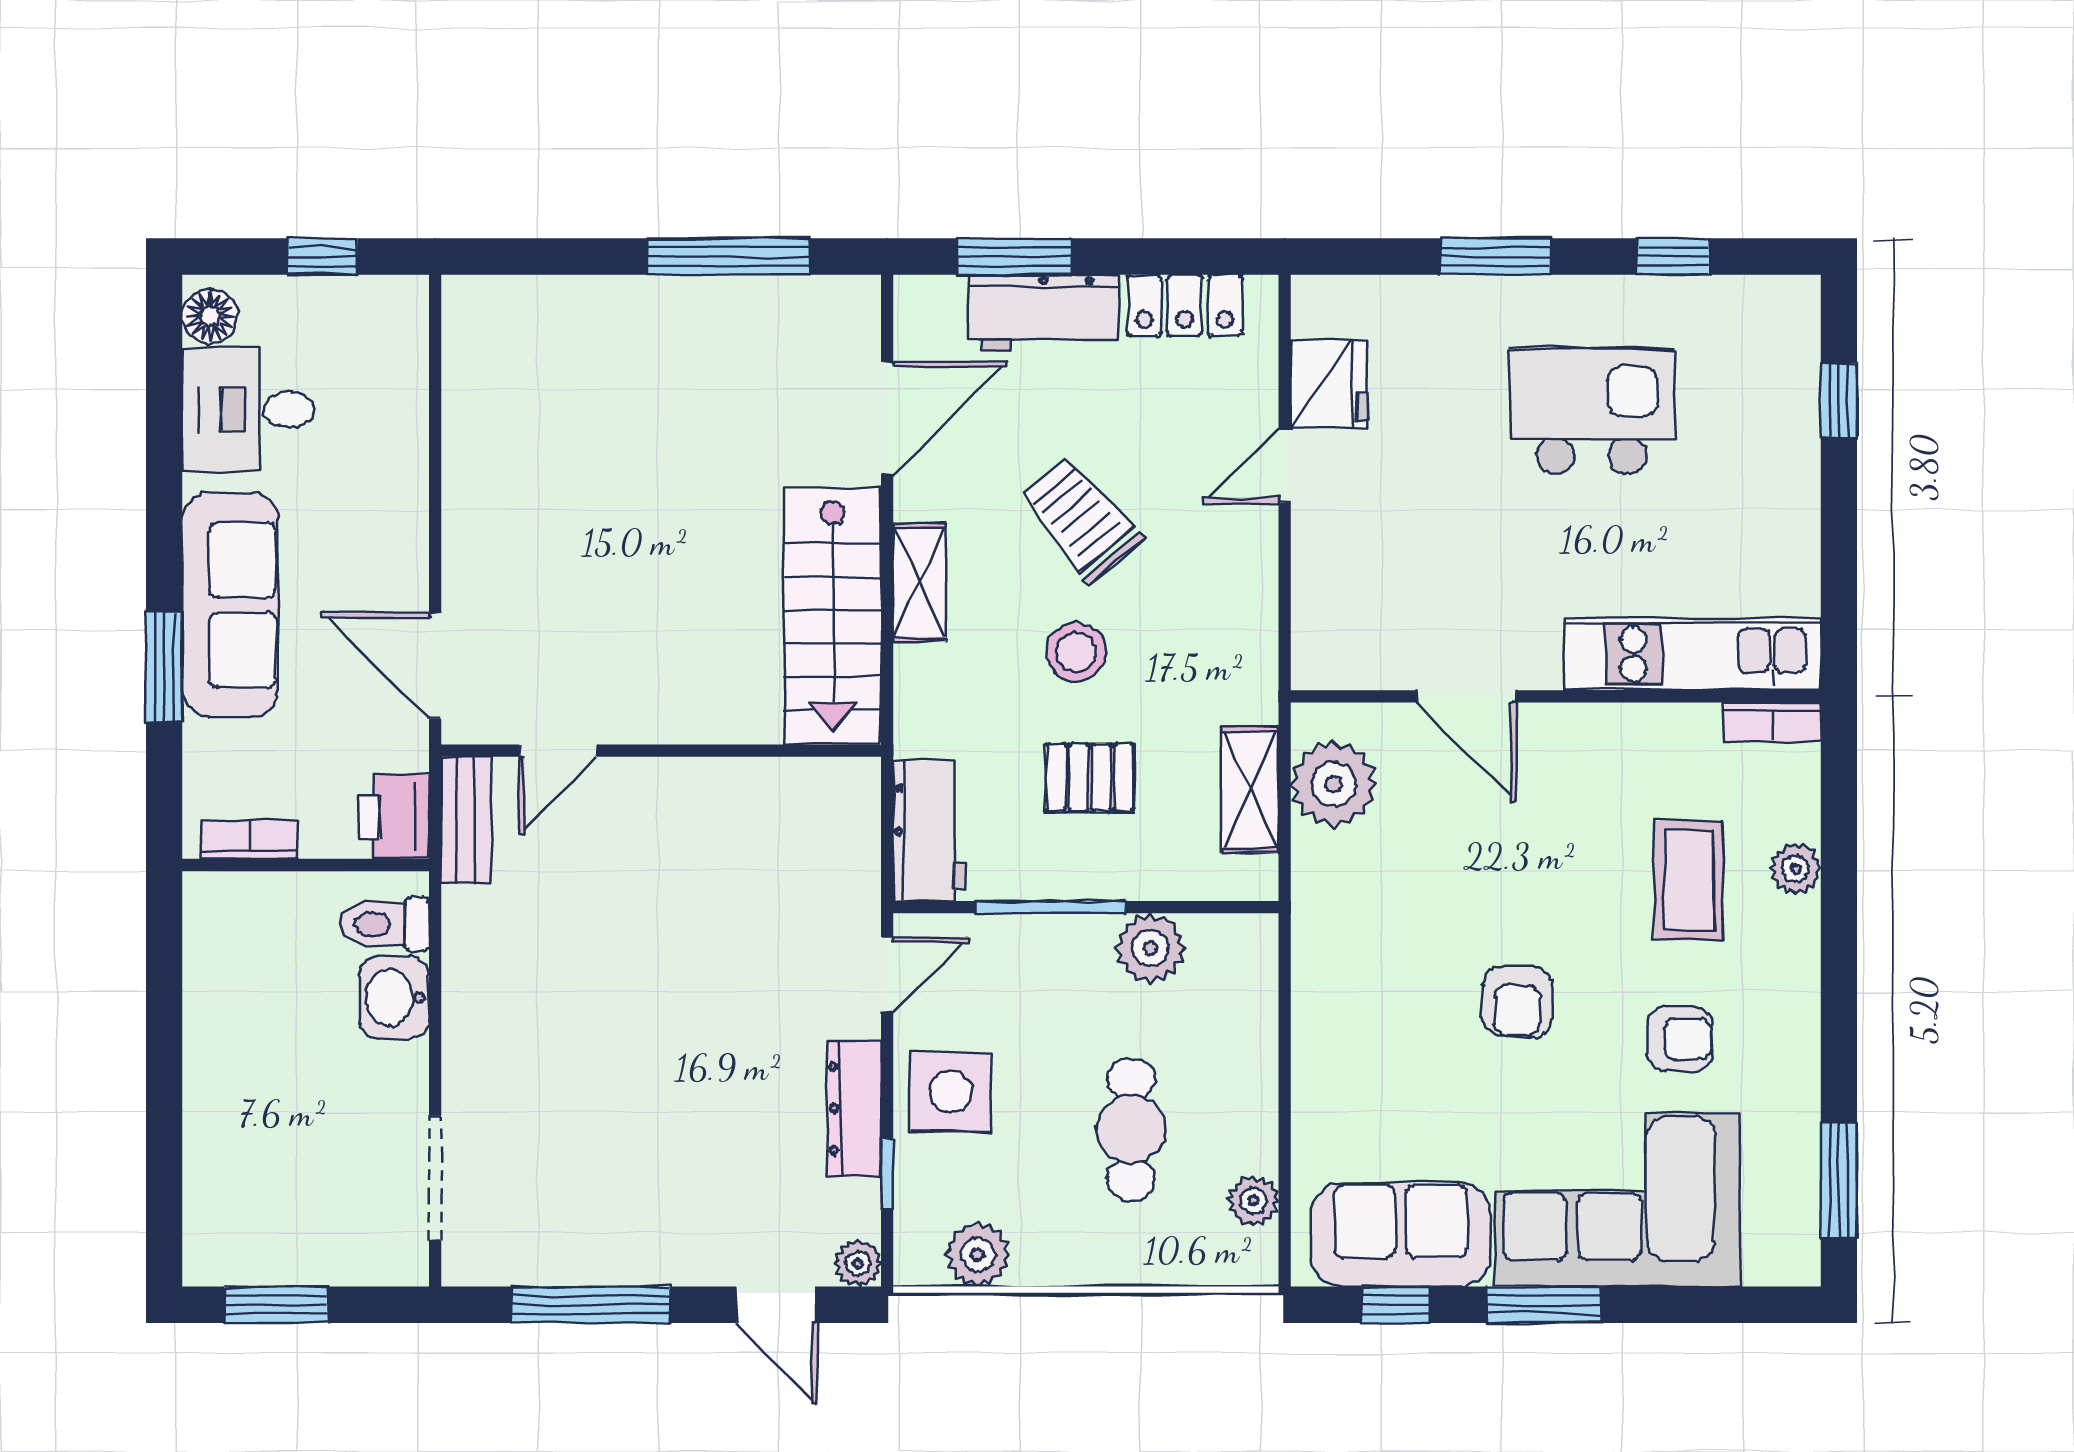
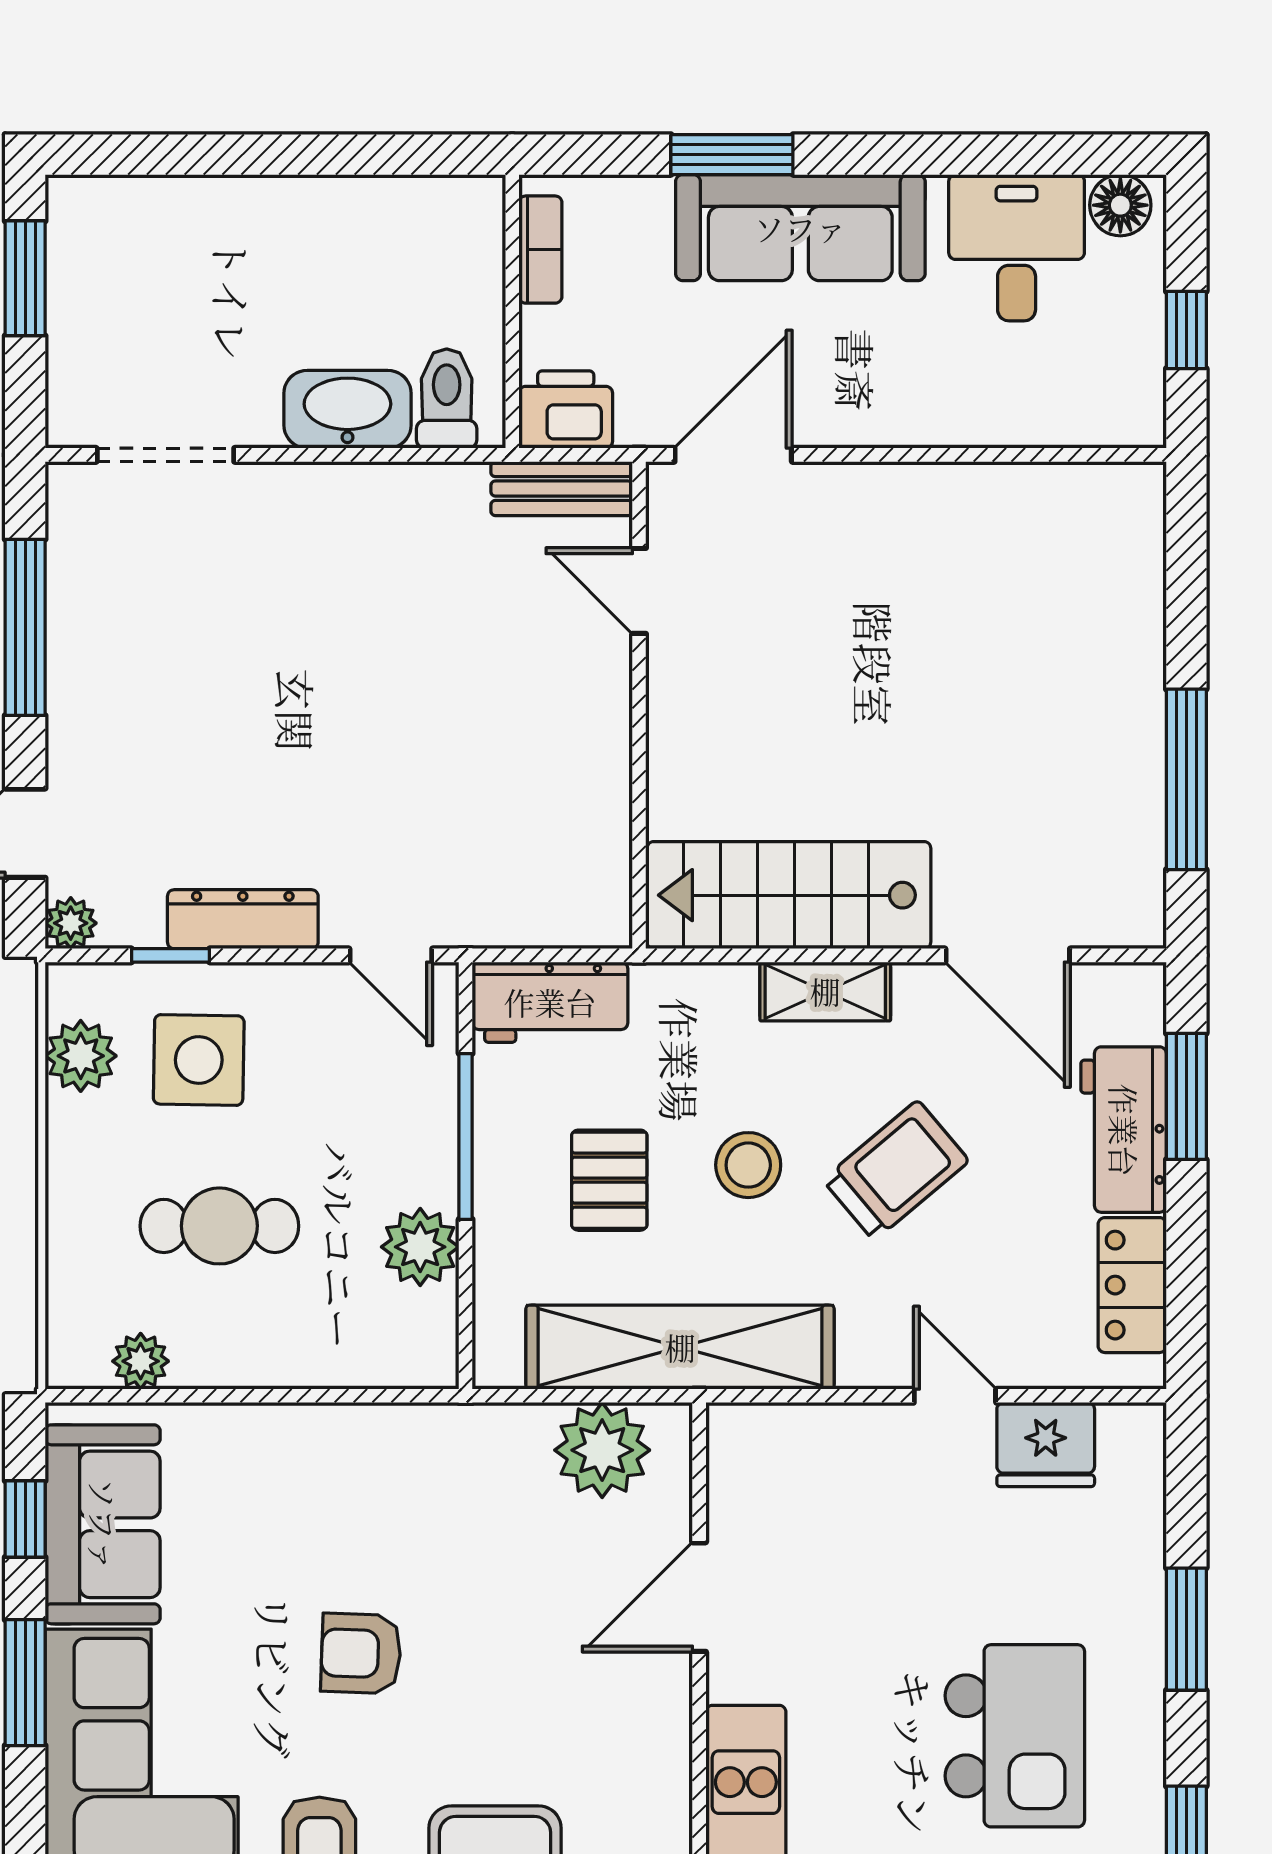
shelving: (1250, 789) -> (680, 1347), width x2.20, depth x1.33
washbasin: (394, 998) -> (347, 409), width x1.38
side table: (950, 1092) -> (199, 1060), moved

